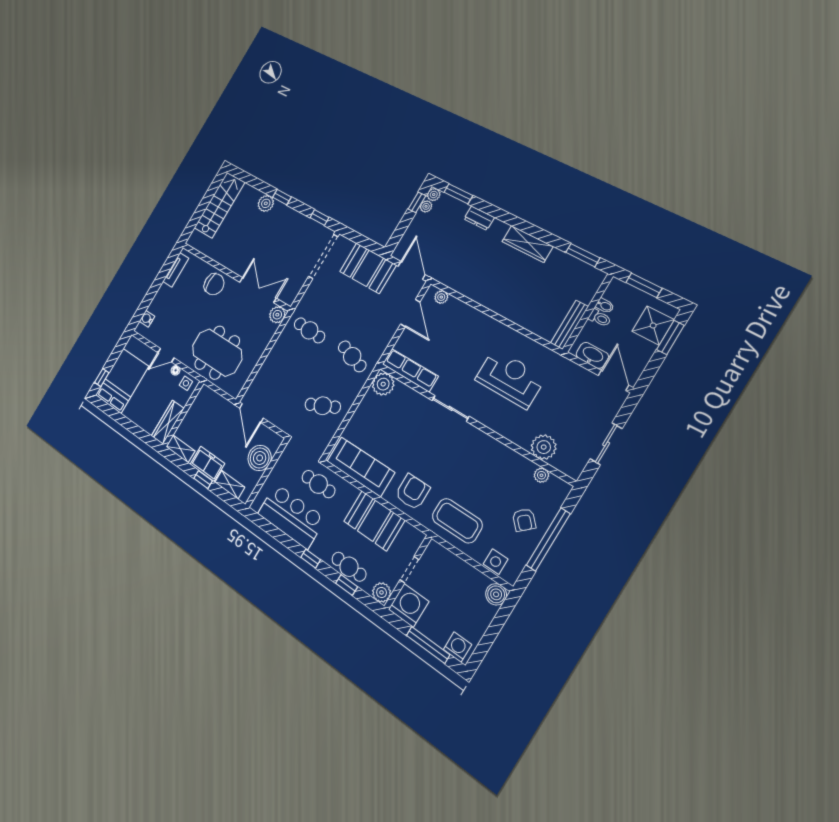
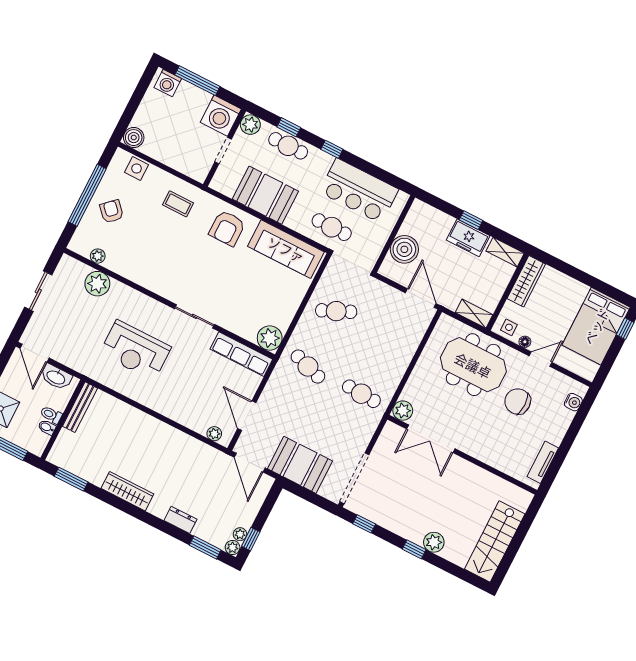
chair: (214, 284) -> (518, 401), moved
shelving: (230, 485) -> (474, 314), moved
coffee table: (457, 521) -> (178, 204), width x0.54, depth x0.58

